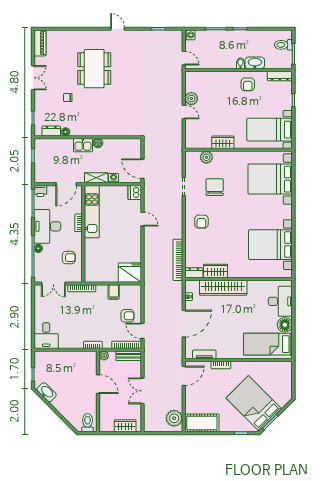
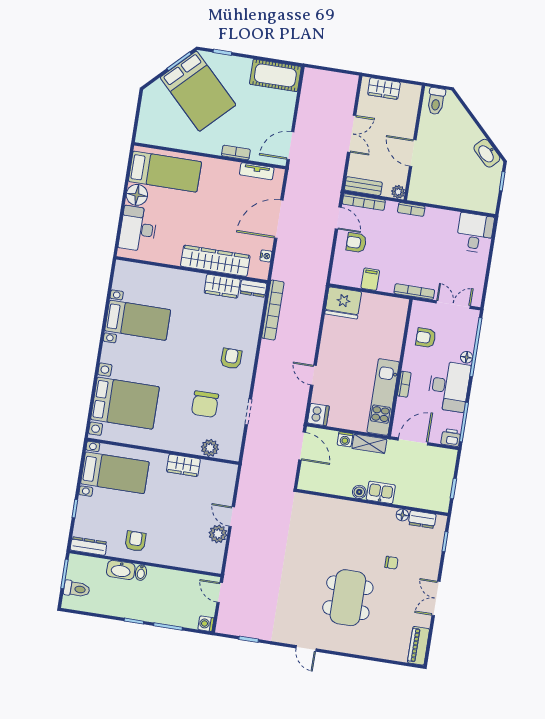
bed with nightstands: (270, 245) -> (138, 320), width x0.73
plant: (174, 418) -> (313, 88), removed

